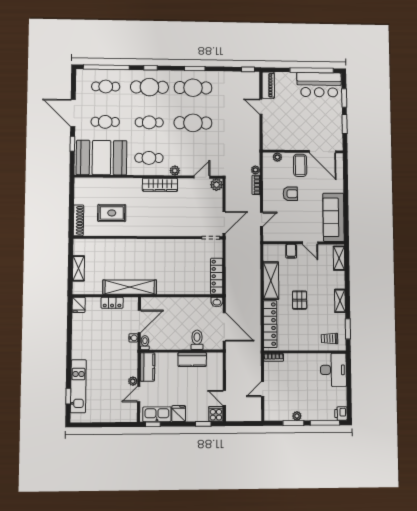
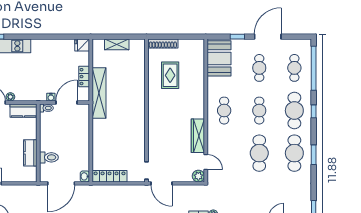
booth: (102, 158) -> (219, 58), width x0.73, depth x0.70
plant: (175, 171) -> (212, 136), removed
wardrobe: (160, 185) -> (198, 136), moved
door: (139, 321) -> (66, 103), swing flipped

